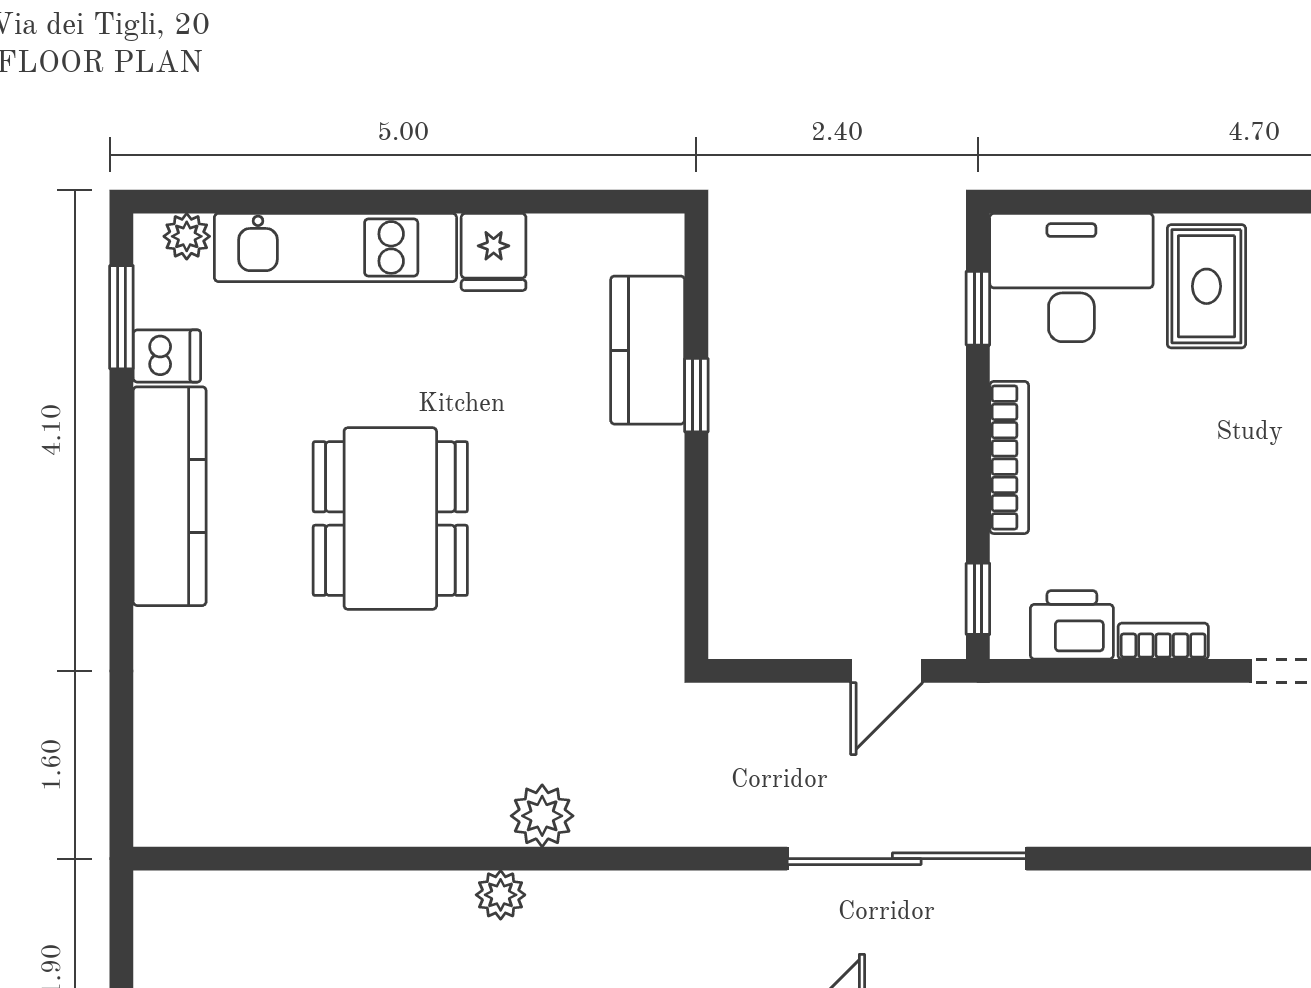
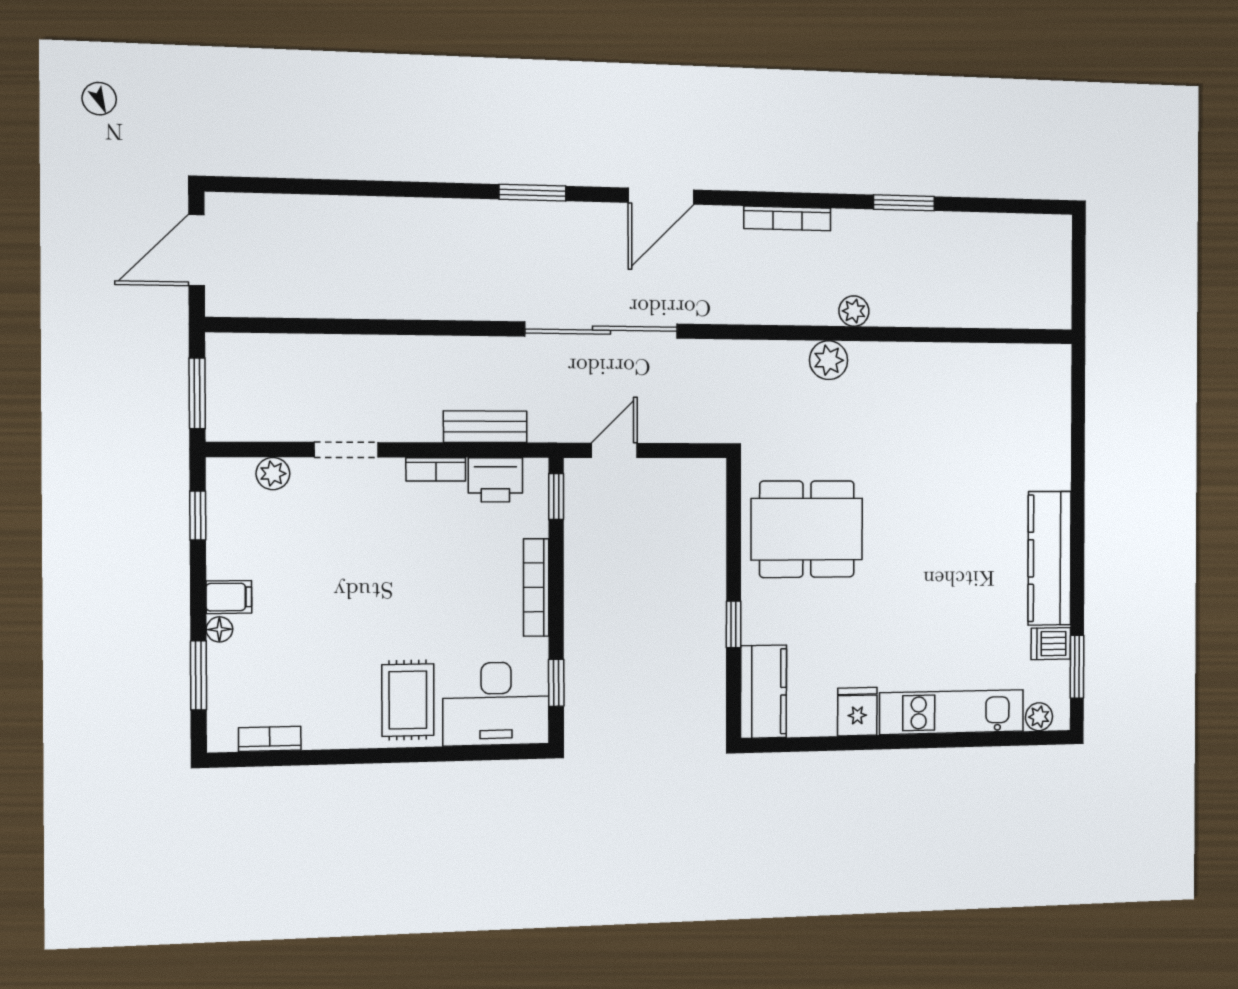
kitchen counter: (648, 350) -> (764, 692), moved
dining table: (390, 519) -> (807, 529), moved, turned 90
bench: (1087, 707) -> (485, 427), added

